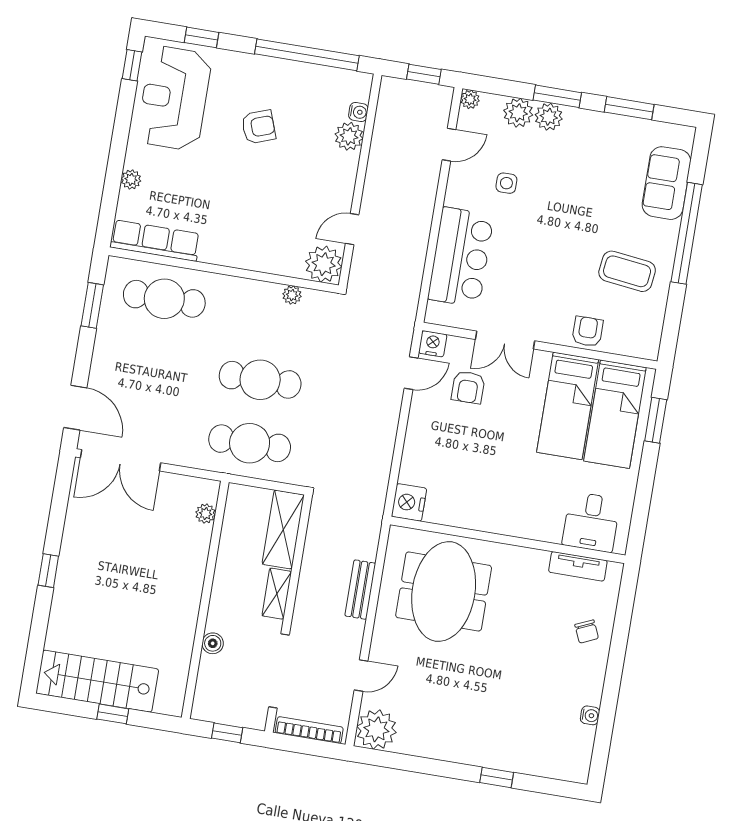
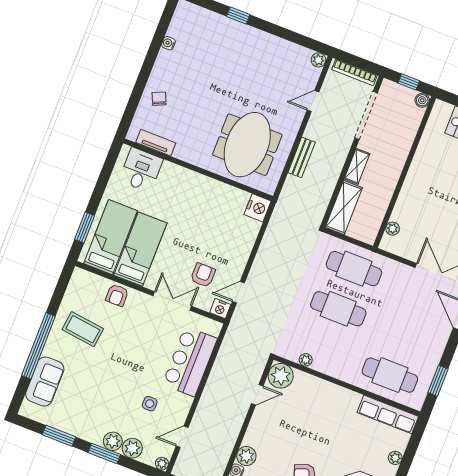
boiler: (213, 643) -> (422, 100), moved
plant: (376, 729) -> (318, 60), width x0.53, depth x0.53

